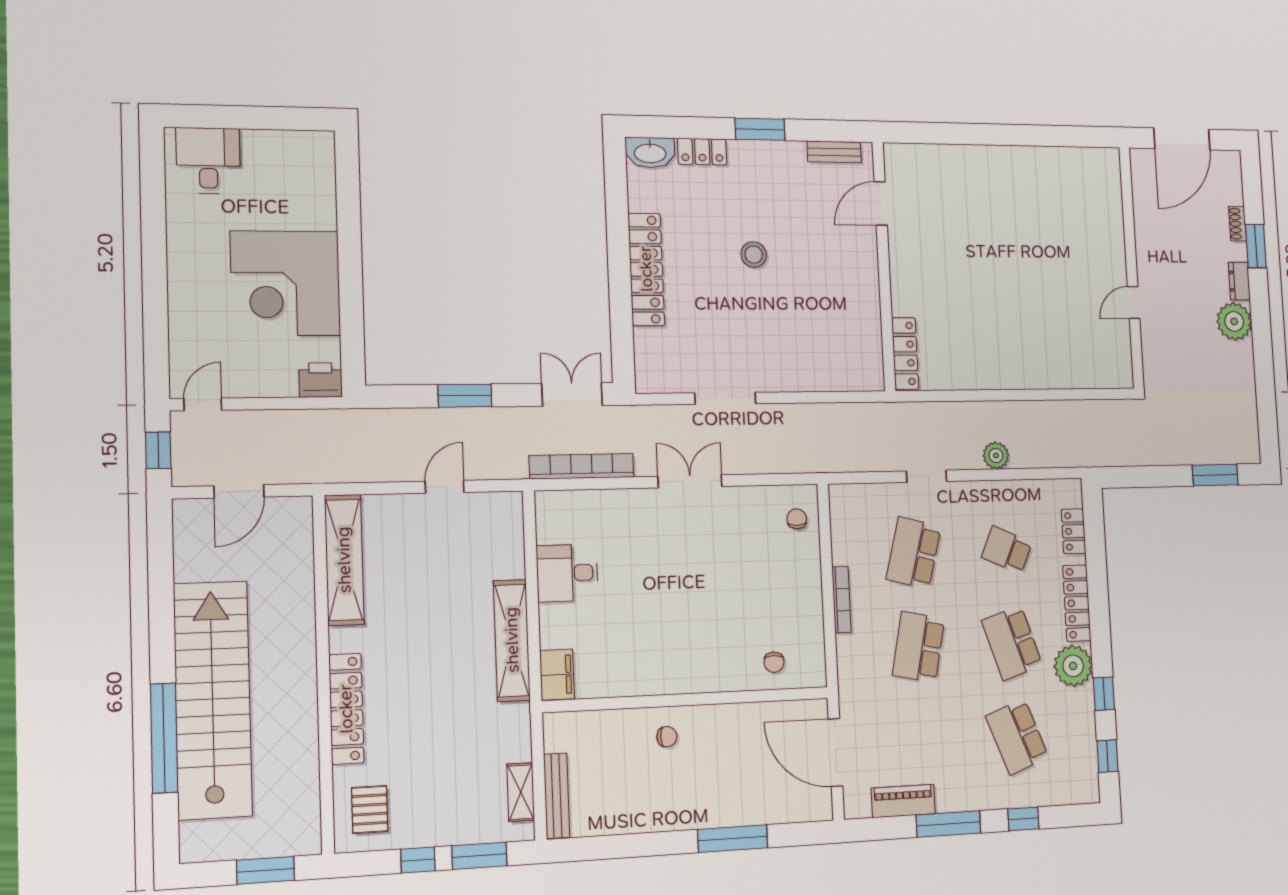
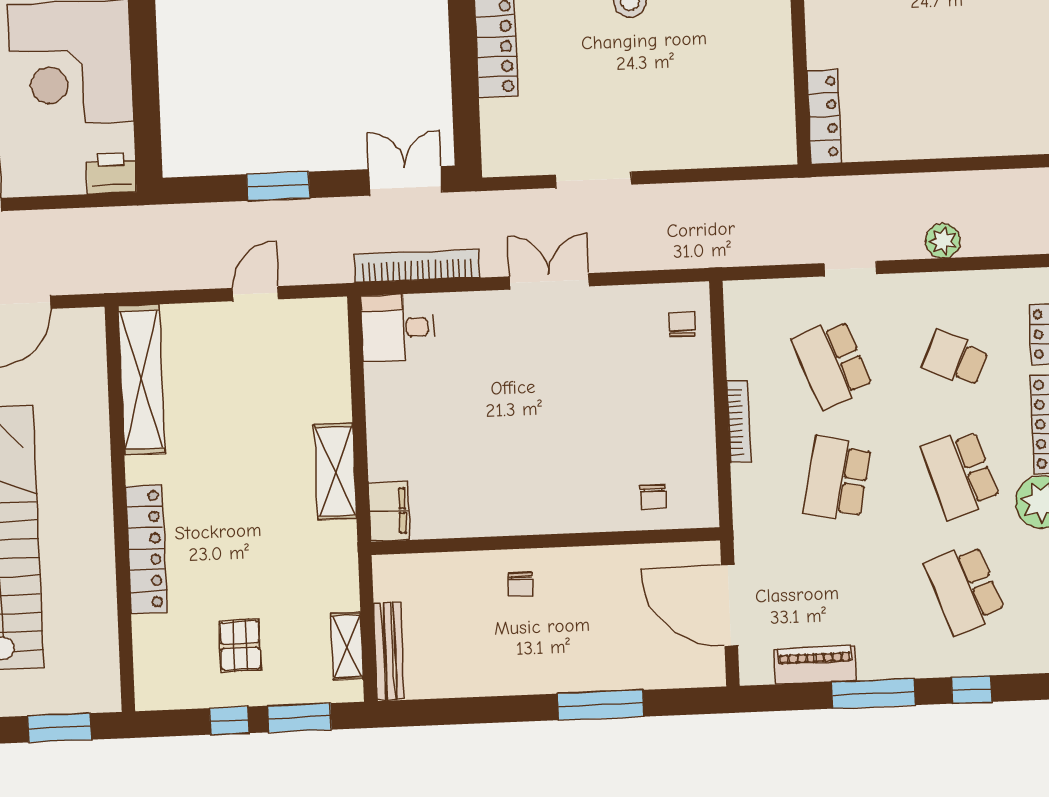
school desk: (914, 553) -> (832, 364), turned -36
desk: (567, 573) -> (398, 328), moved
shelving: (512, 640) -> (335, 471), width x0.68
chair: (667, 737) -> (521, 584), turned 90
pallet: (370, 810) -> (240, 646), moved

